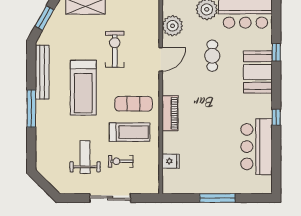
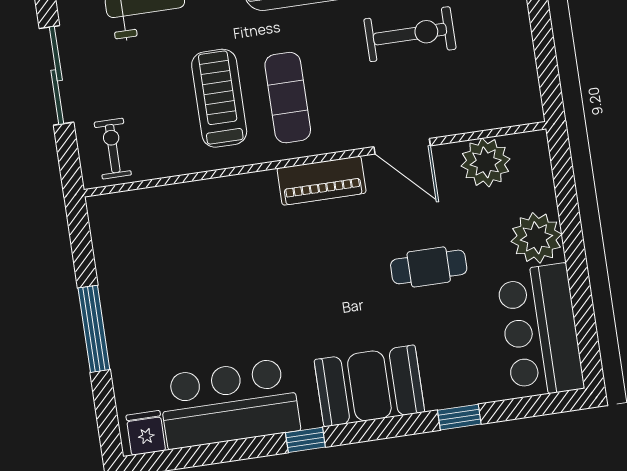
booth: (258, 72) -> (369, 386), moved
piano: (170, 113) -> (322, 181), moved
treadmill: (130, 132) -> (219, 98), turned 180
exercise bike: (121, 161) -> (113, 149), moved
fridge: (171, 161) -> (146, 433), moved, turned 180

